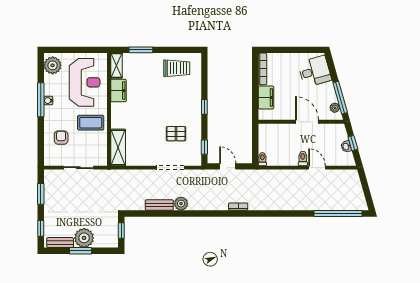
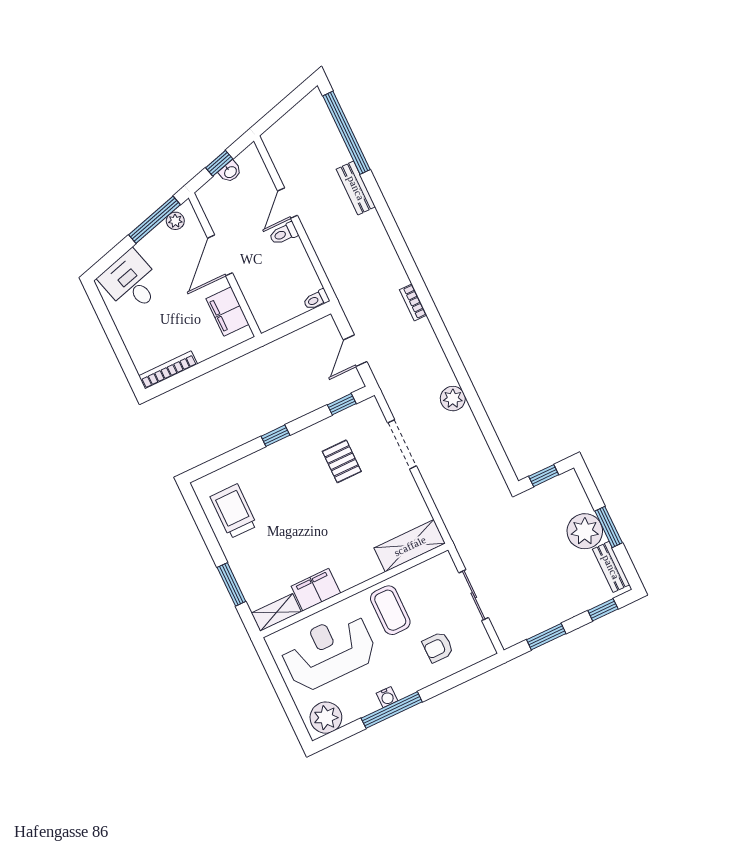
filing cabinet: (266, 98) -> (227, 312), moved, turned -90
bench: (159, 205) -> (356, 188), moved

